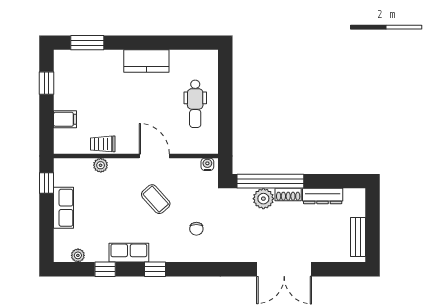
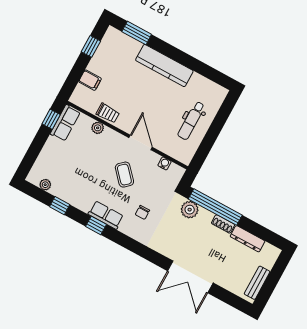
kitchen counter: (146, 61) -> (164, 66), width x1.50
trolley: (103, 144) -> (108, 113), turned 180
water cooler: (207, 164) -> (164, 163), moved
plant: (263, 199) -> (190, 210), moved
row of seats: (64, 208) -> (65, 123), moved
row of seats: (129, 253) -> (106, 215), moved

